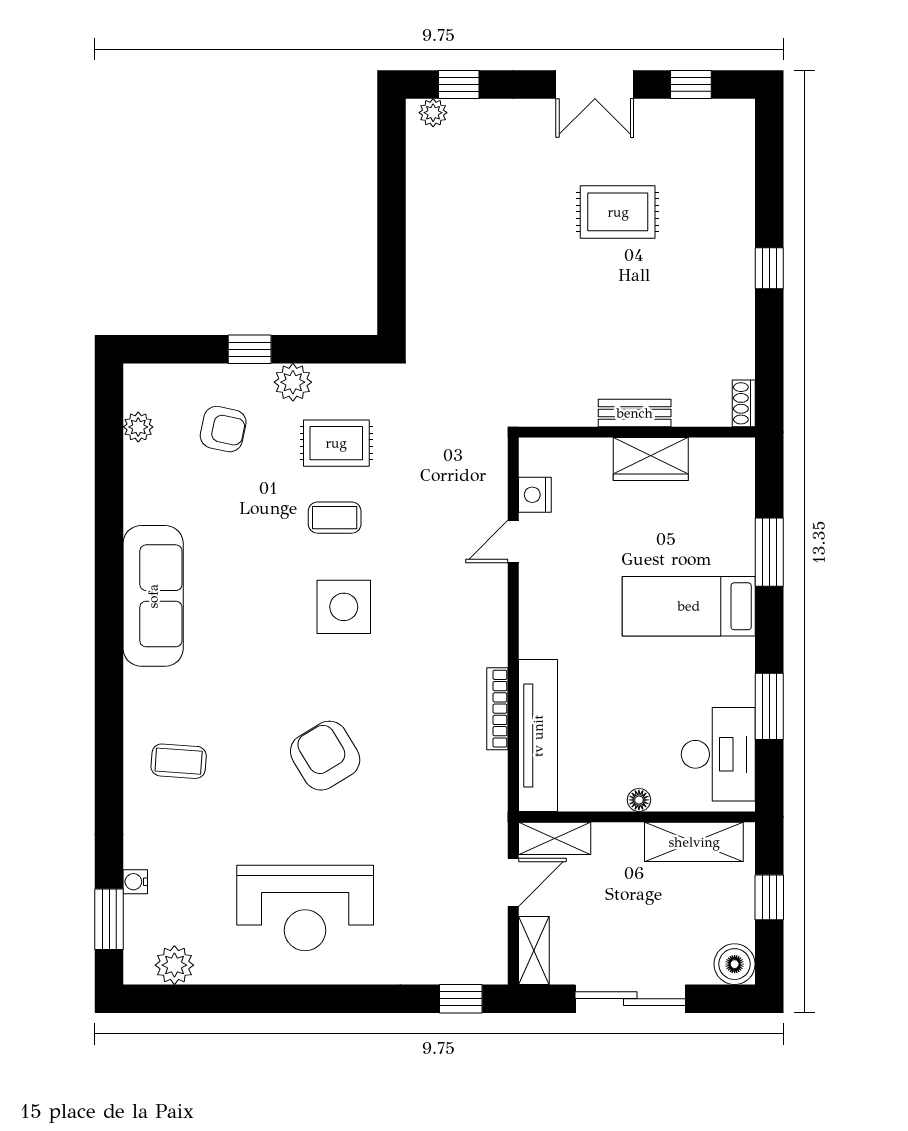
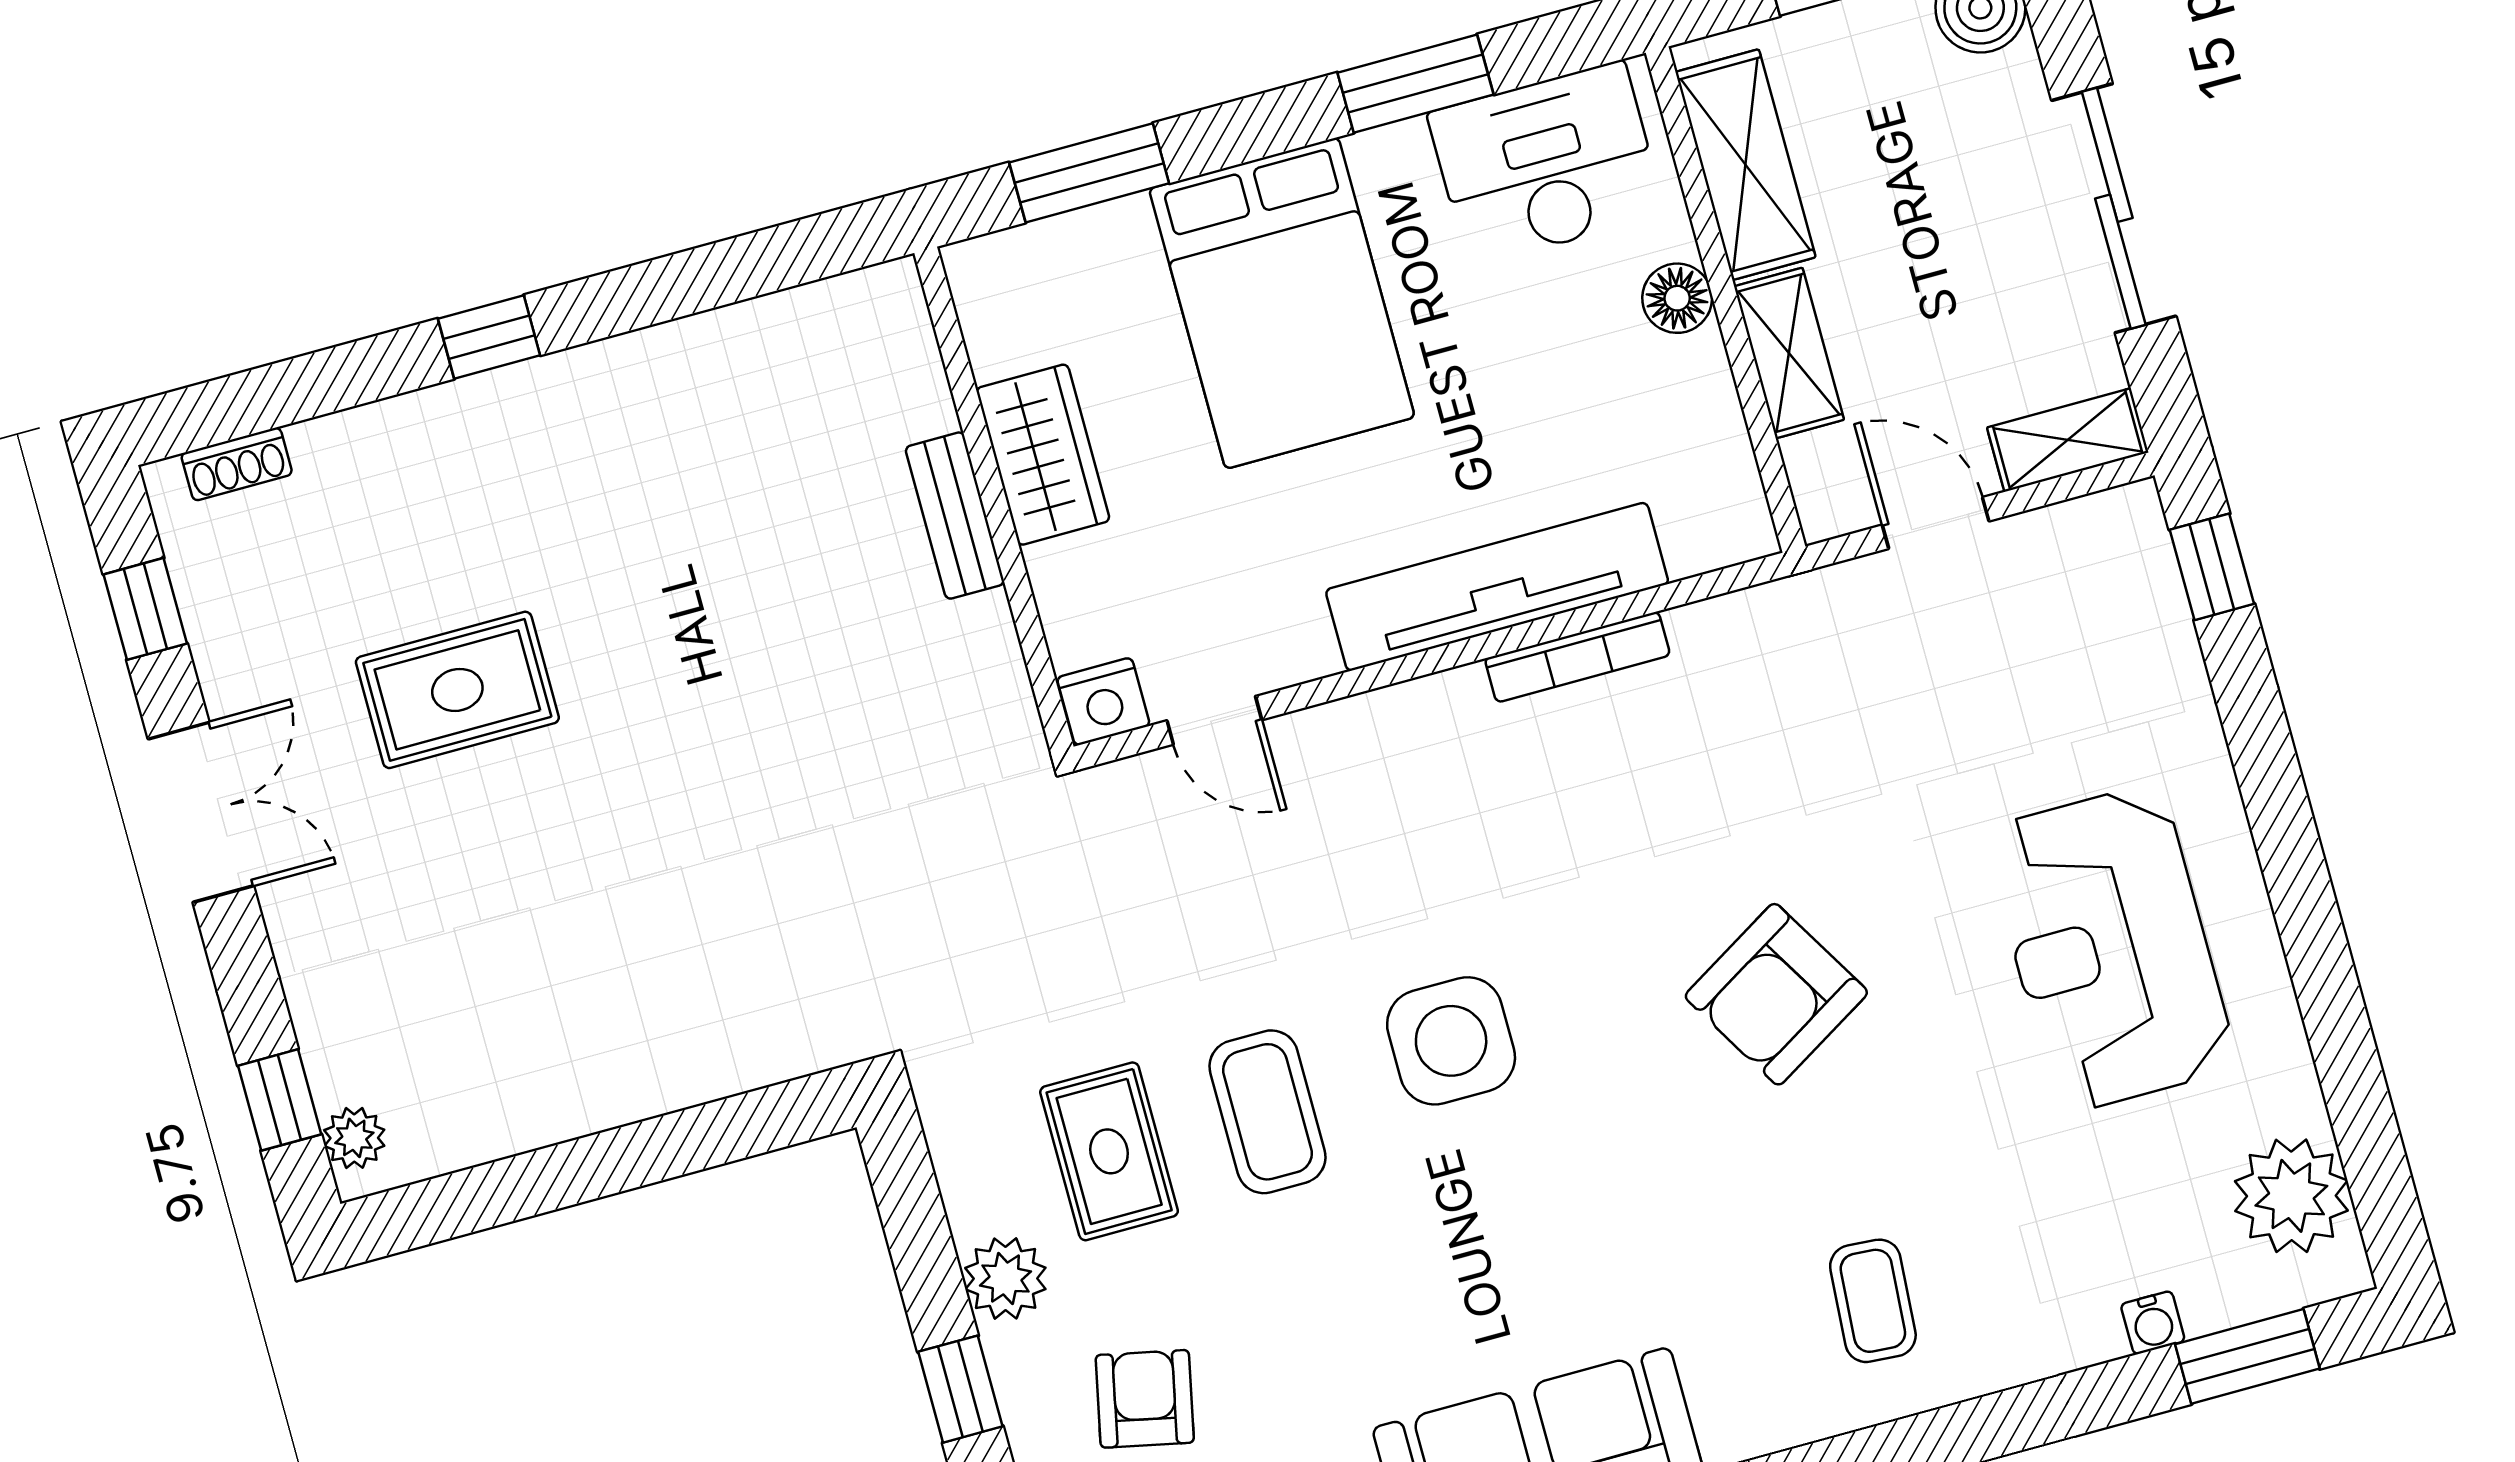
rug: (618, 212) -> (457, 690), turned 90
shoe rack: (744, 403) -> (237, 464), moved
bench: (635, 413) -> (955, 516), moved
wall: (637, 432) -> (994, 500), moved
wardrobe: (651, 459) -> (1043, 455), moved
coffee table: (335, 518) -> (1268, 1112), width x1.36, depth x1.30
bed: (689, 606) -> (1282, 303), width x1.50
tv unit: (538, 736) -> (1497, 587), moved
floor lamp: (639, 800) -> (1677, 298), width x1.37, depth x1.37
shelving: (555, 838) -> (1789, 353), moved
reception desk: (305, 908) -> (2110, 948), turned 180
plant: (174, 965) -> (2291, 1196), width x1.36, depth x1.36

